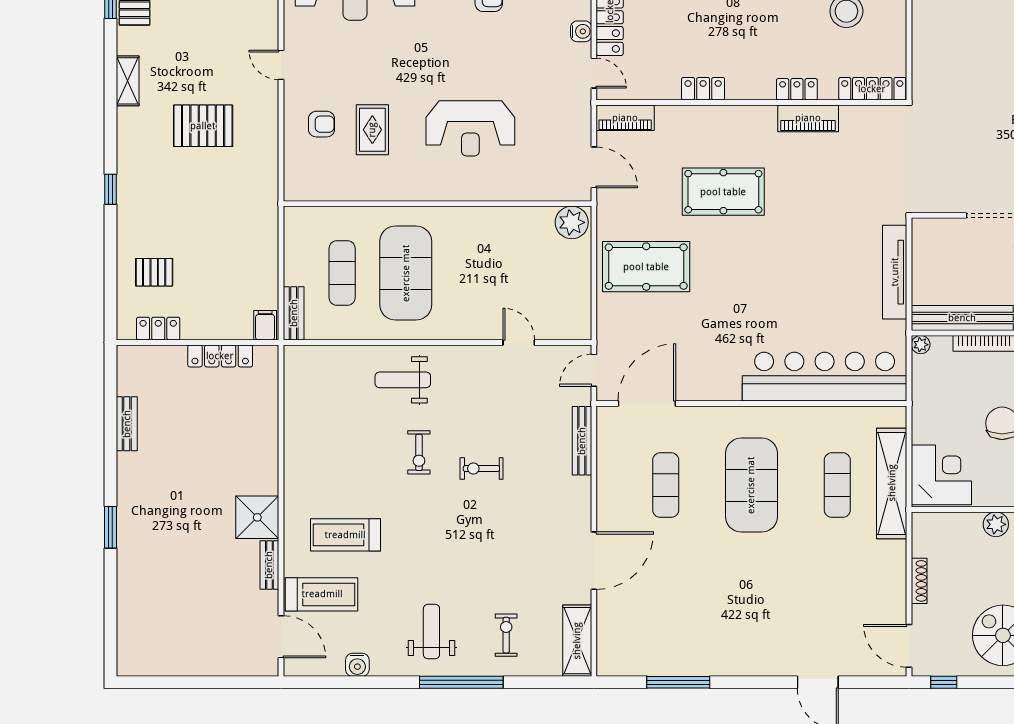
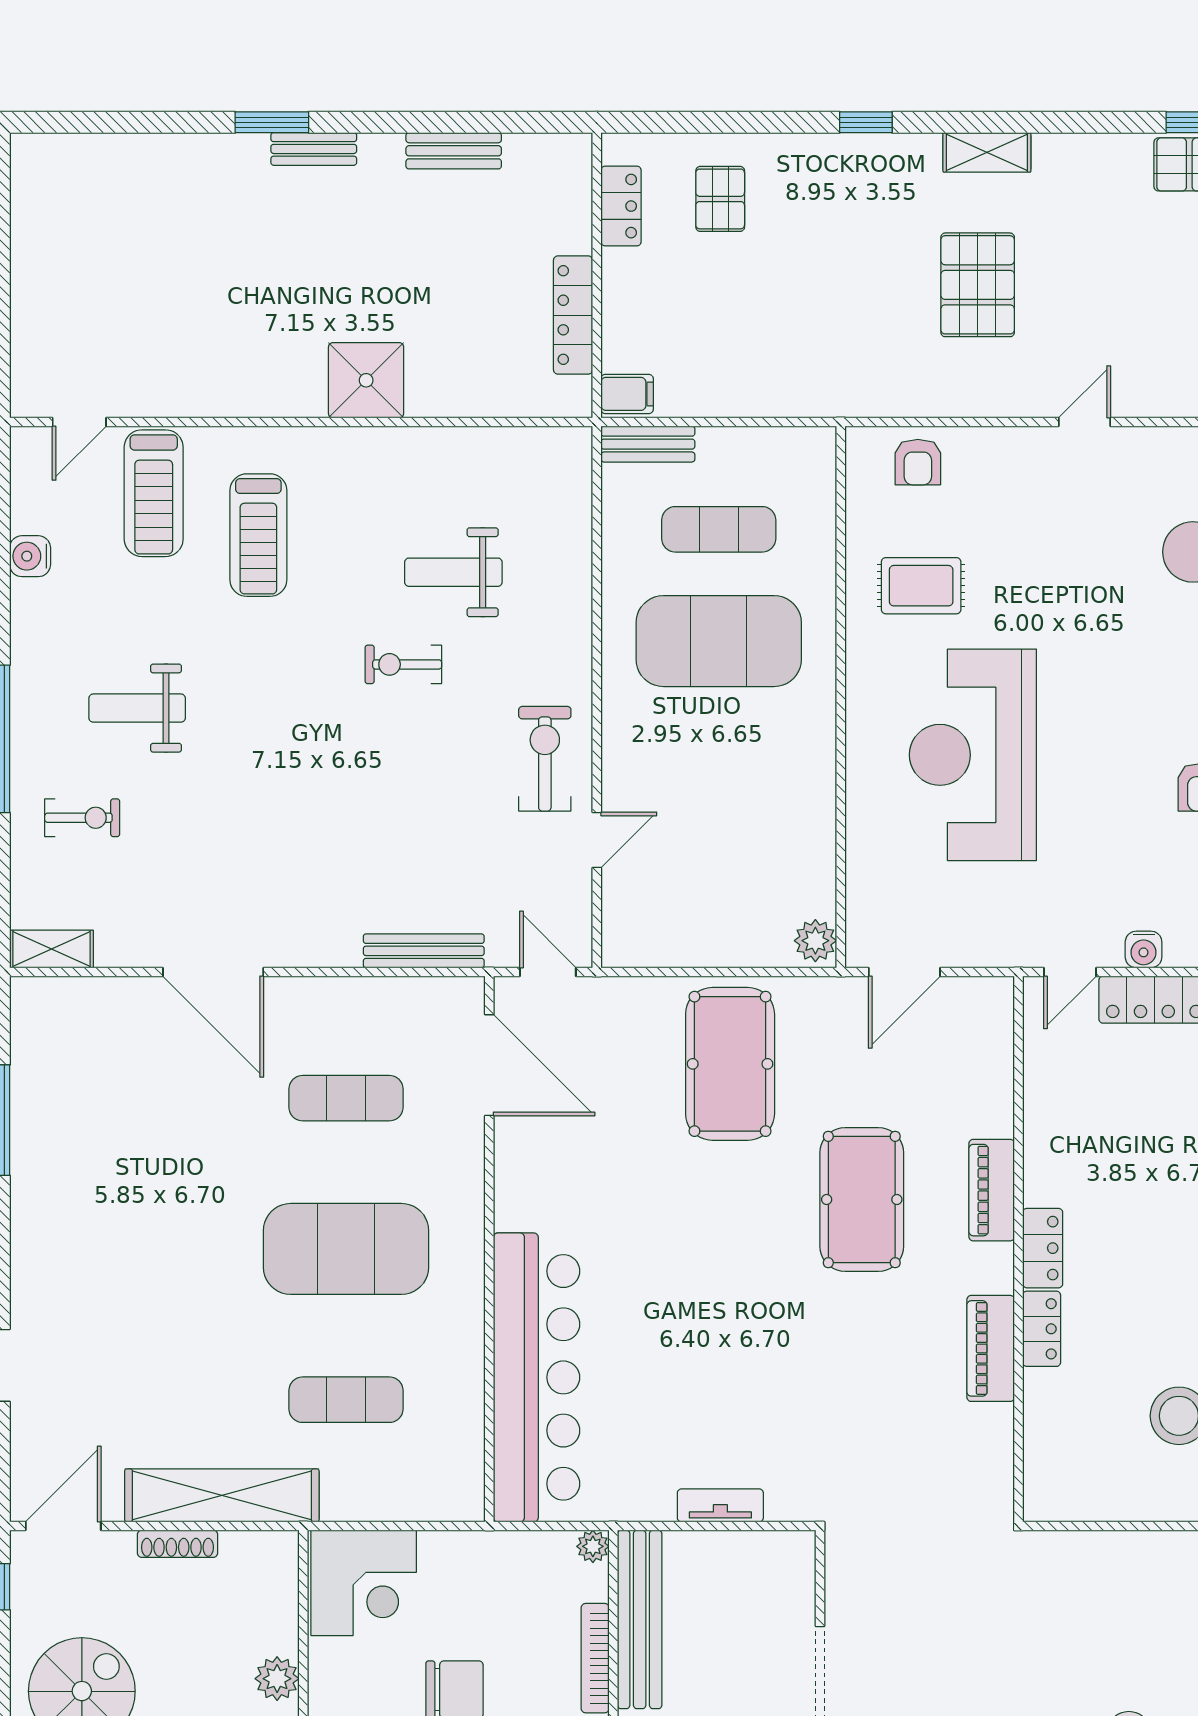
shelving: (128, 81) -> (987, 152), moved
locker: (703, 89) -> (1043, 1248), moved
locker: (872, 89) -> (1043, 1461), removed
piano: (625, 118) -> (992, 1190), moved
armchair: (322, 124) -> (918, 462), moved
reception desk: (470, 128) -> (973, 755), width x1.36, depth x1.30
rug: (372, 130) -> (921, 586), moved
plant: (572, 222) -> (815, 941), width x0.73, depth x0.73
tv unit: (895, 272) -> (720, 1505), width x0.52, depth x0.78
weight bench: (403, 380) -> (453, 572), moved, turned -90
exercise bike: (481, 469) -> (545, 759), moved, width x1.38, depth x1.39
shelving: (892, 483) -> (222, 1495), moved
shower: (257, 517) -> (366, 380), moved
treadmill: (345, 535) -> (258, 535), turned 180
bench: (269, 565) -> (314, 149), moved
weight bench: (431, 632) -> (137, 708), moved, turned 180
door: (281, 637) -> (79, 422), width x0.73
shelving: (577, 641) -> (52, 949), width x0.67, depth x0.75

